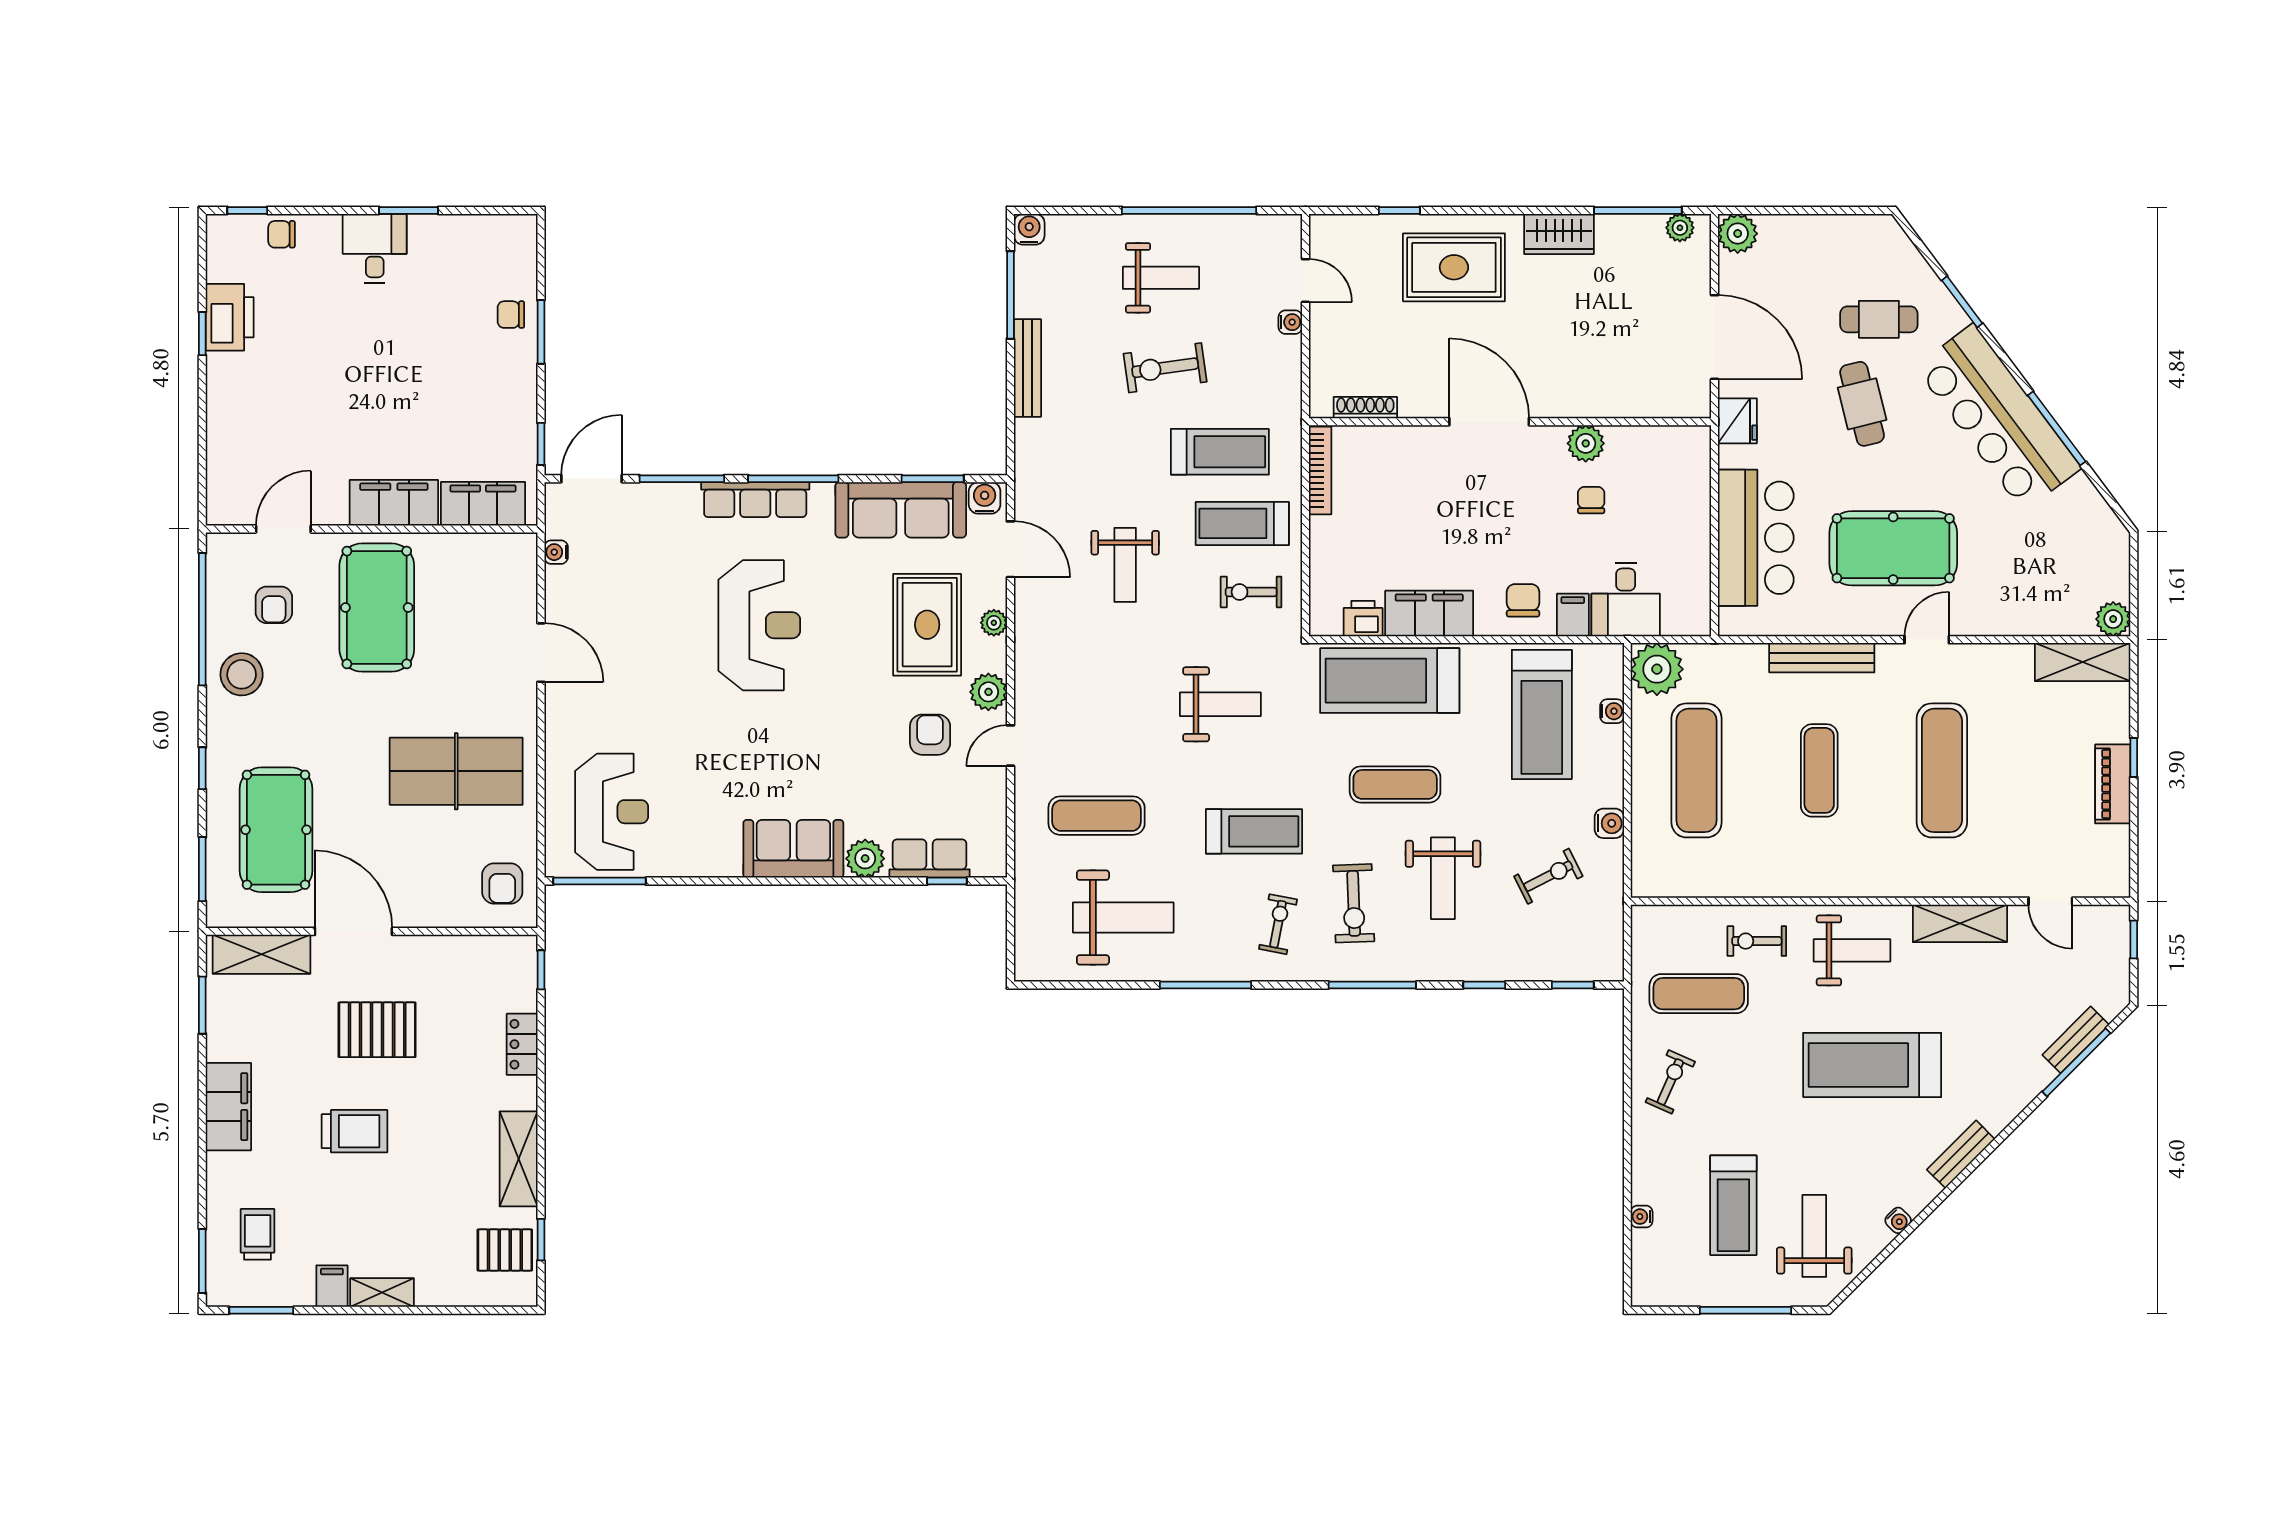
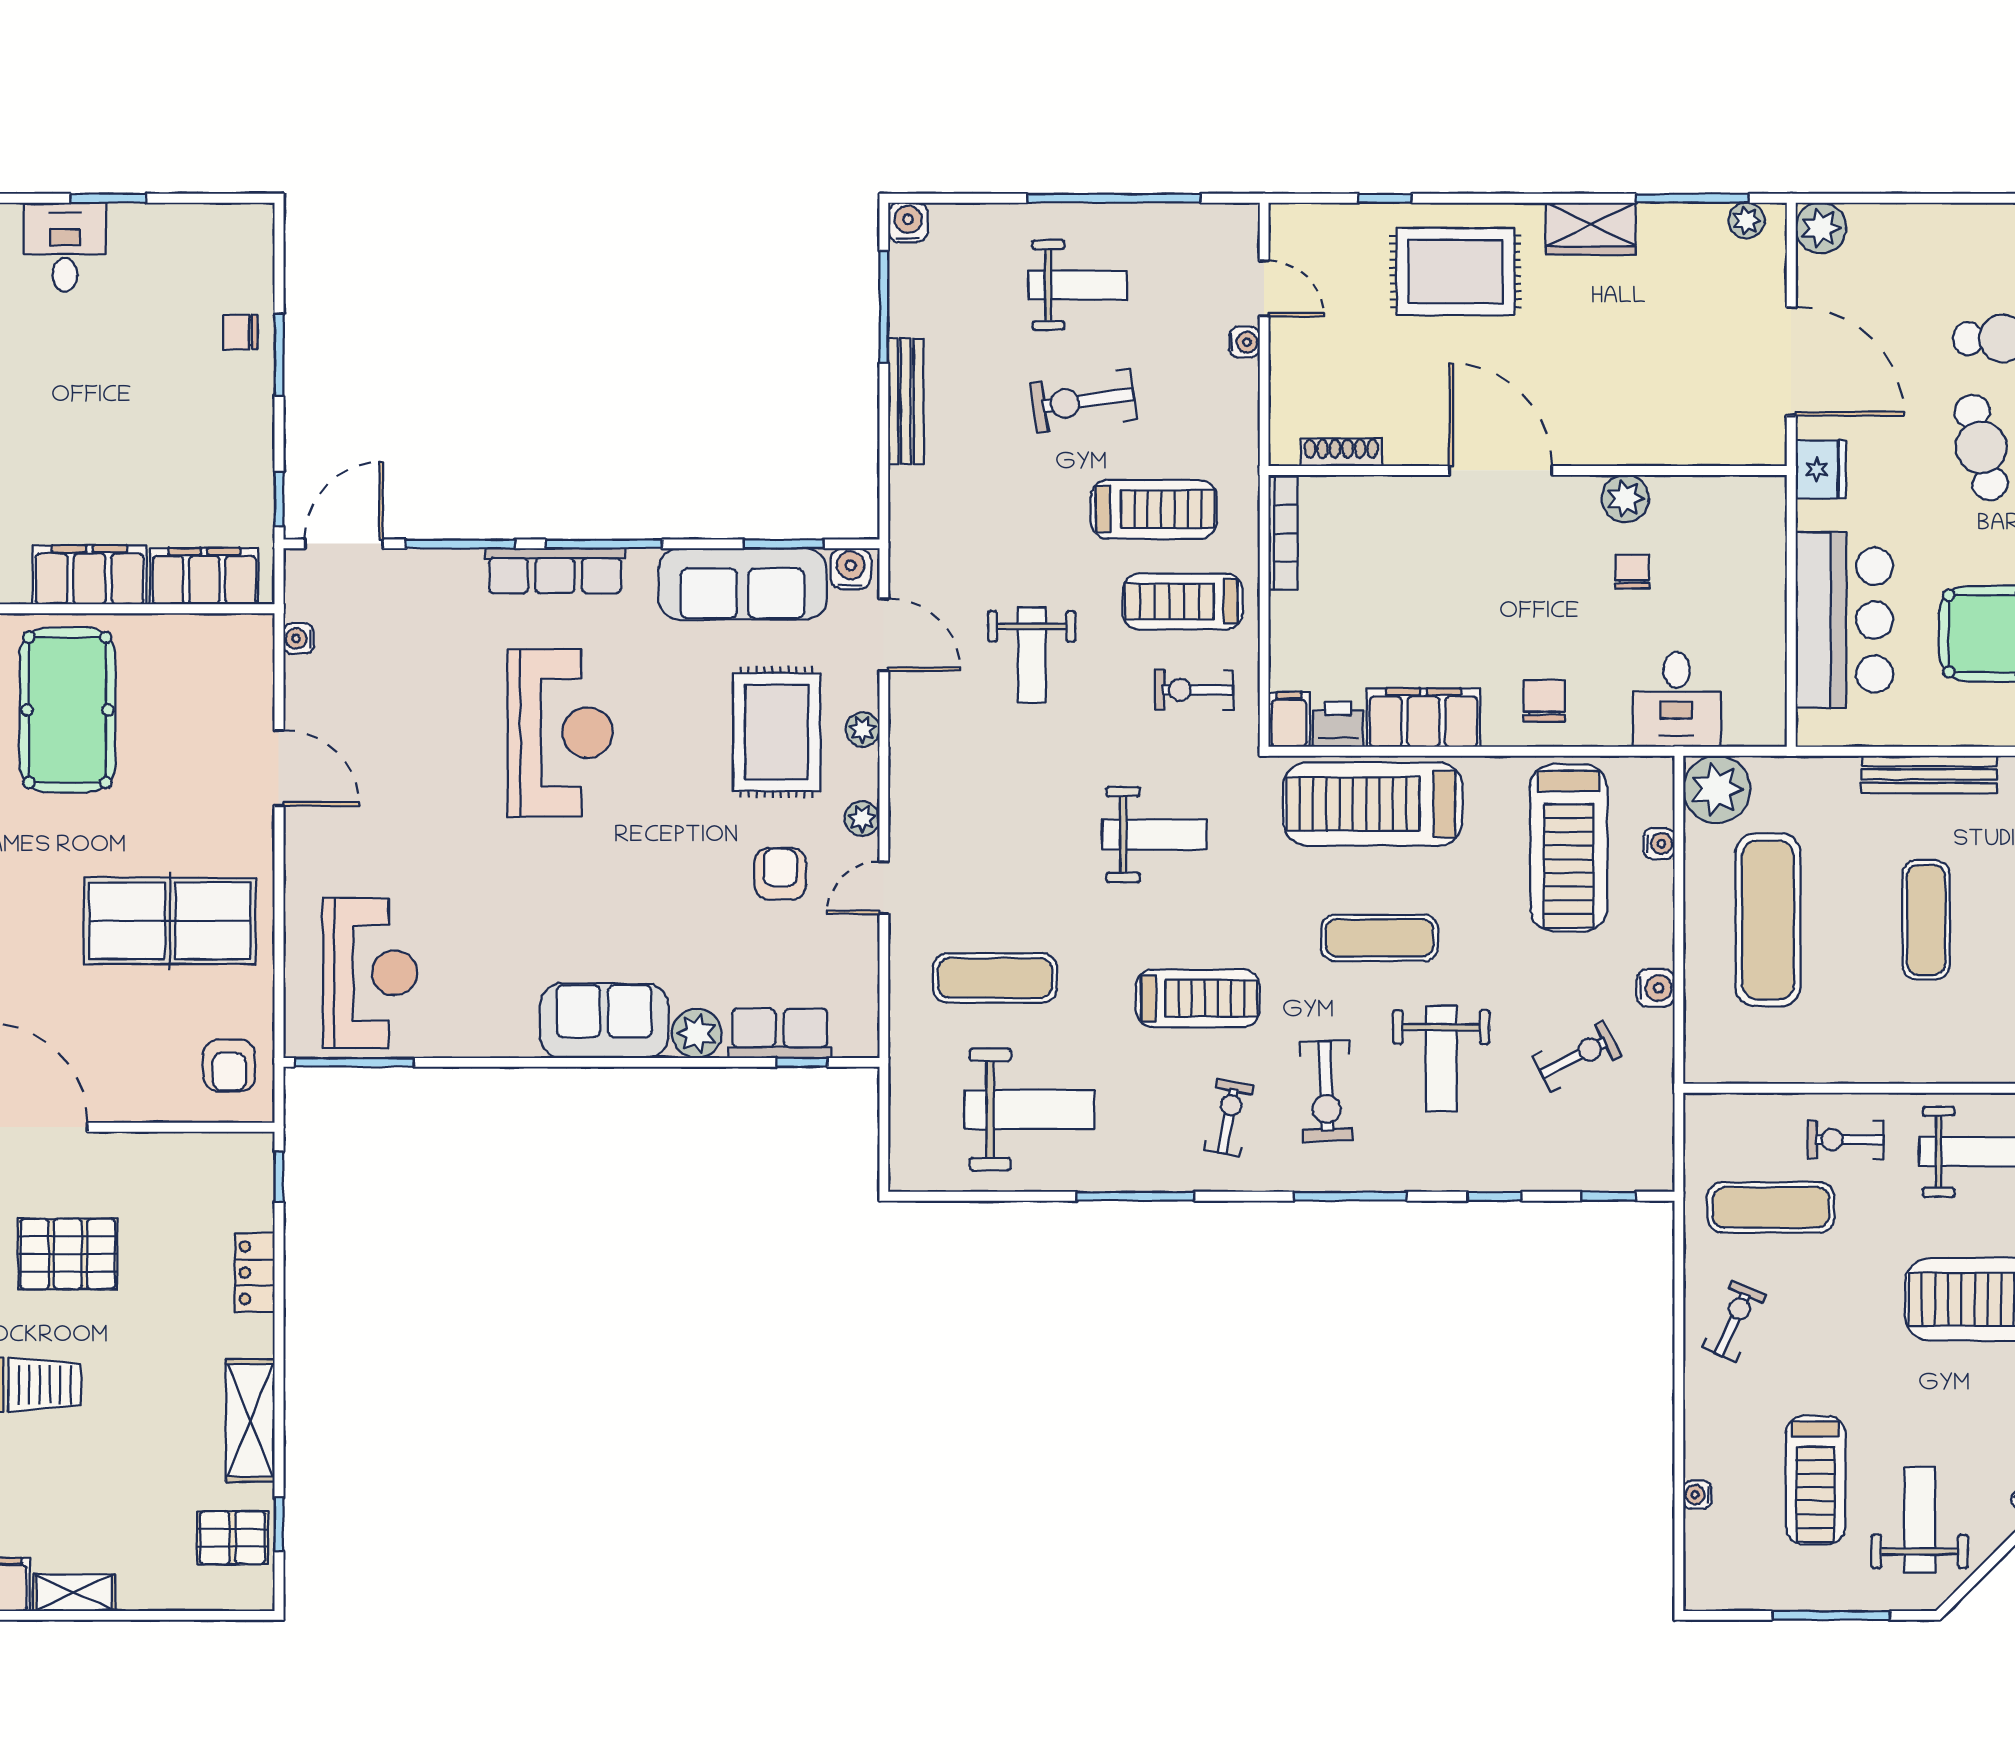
filing cabinet: (1573, 615) -> (1289, 719), moved
plant: (988, 692) -> (862, 819), width x0.73, depth x0.73

